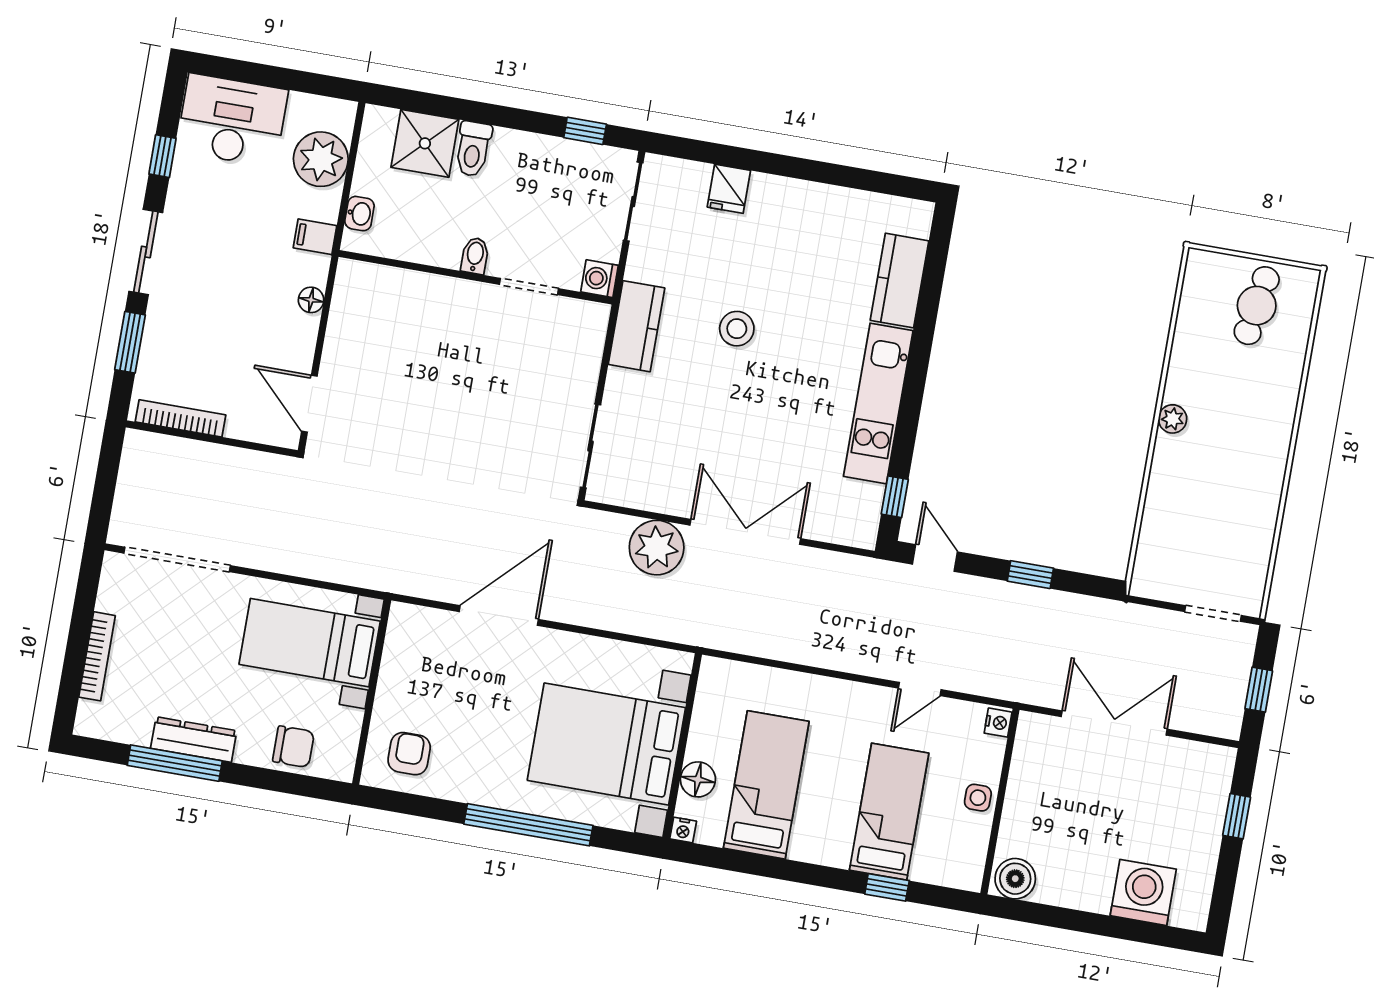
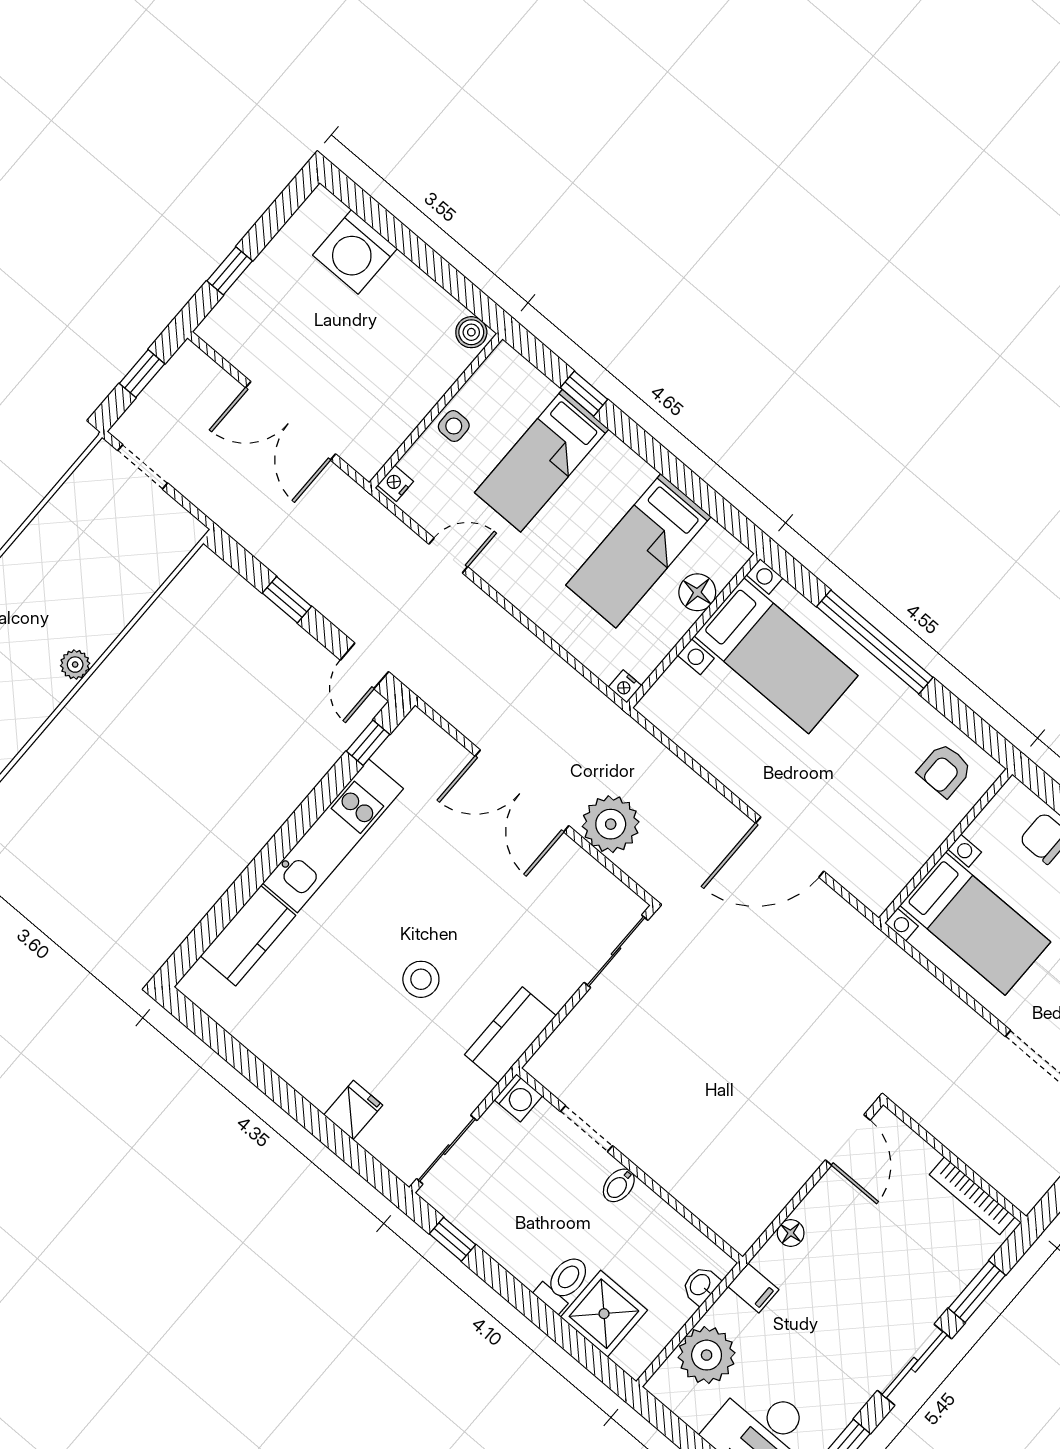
bed with nightstands: (606, 744) -> (776, 656), width x0.73
nightstand: (683, 830) -> (625, 686), moved, turned 180
boiler: (1015, 879) -> (471, 332), width x0.73, depth x0.73

